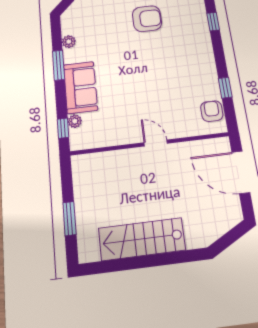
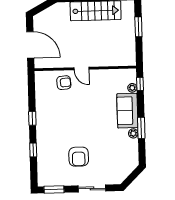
armchair: (147, 19) -> (79, 157), turned -90
plant: (69, 42) -> (133, 133), moved
window: (225, 88) -> (32, 118), moved
armchair: (212, 111) -> (64, 83), moved, turned -95

